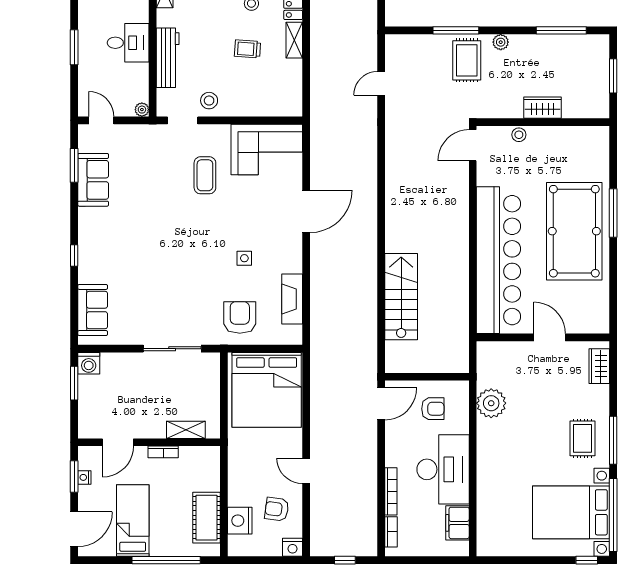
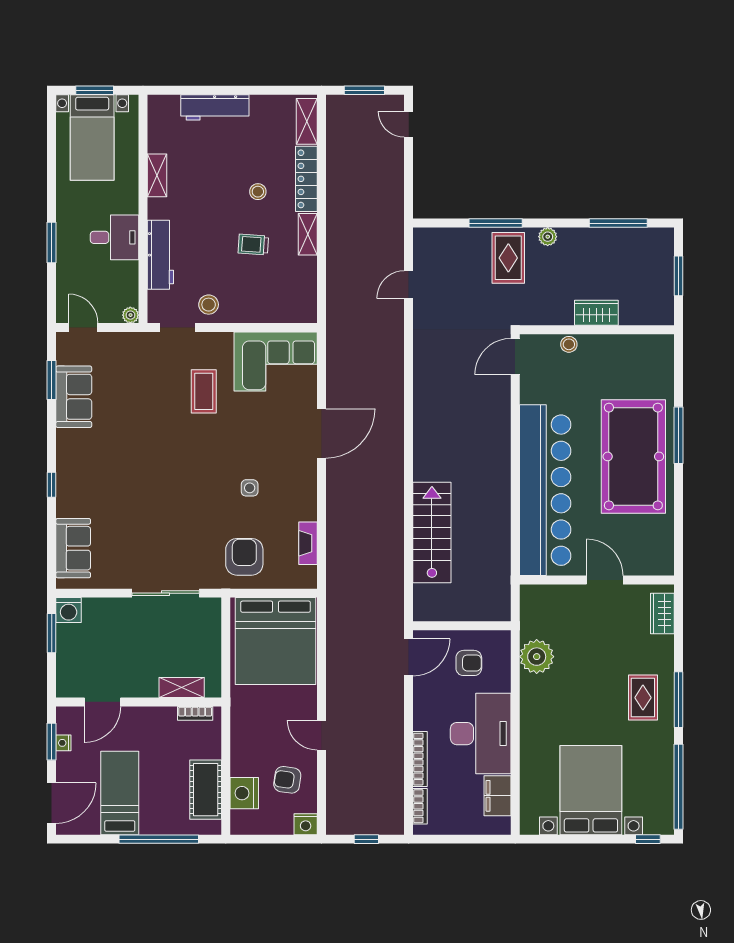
fireplace: (292, 299) -> (308, 543), width x0.73, depth x0.76
bookcase: (163, 452) -> (195, 713), moved
bed with nightstands: (571, 512) -> (591, 790), moved, turned 90

